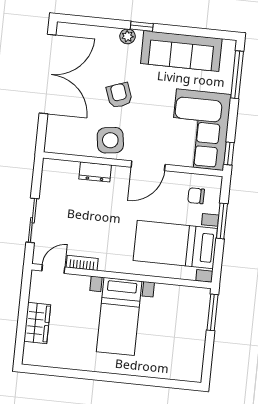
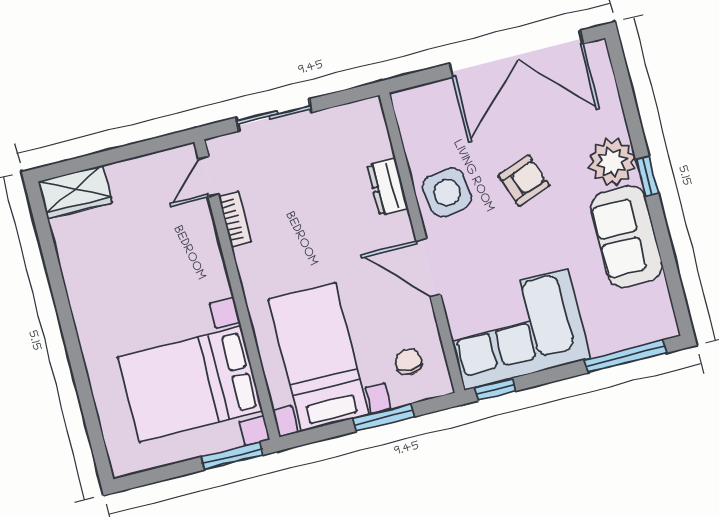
plant: (128, 36) -> (612, 162), width x1.88, depth x1.88
sofa: (181, 51) -> (626, 236), width x0.73
door: (53, 269) -> (208, 177), swing flipped
bed with nightstands: (119, 316) -> (190, 384), moved, width x1.36
wardrobe: (37, 323) -> (75, 192), moved

